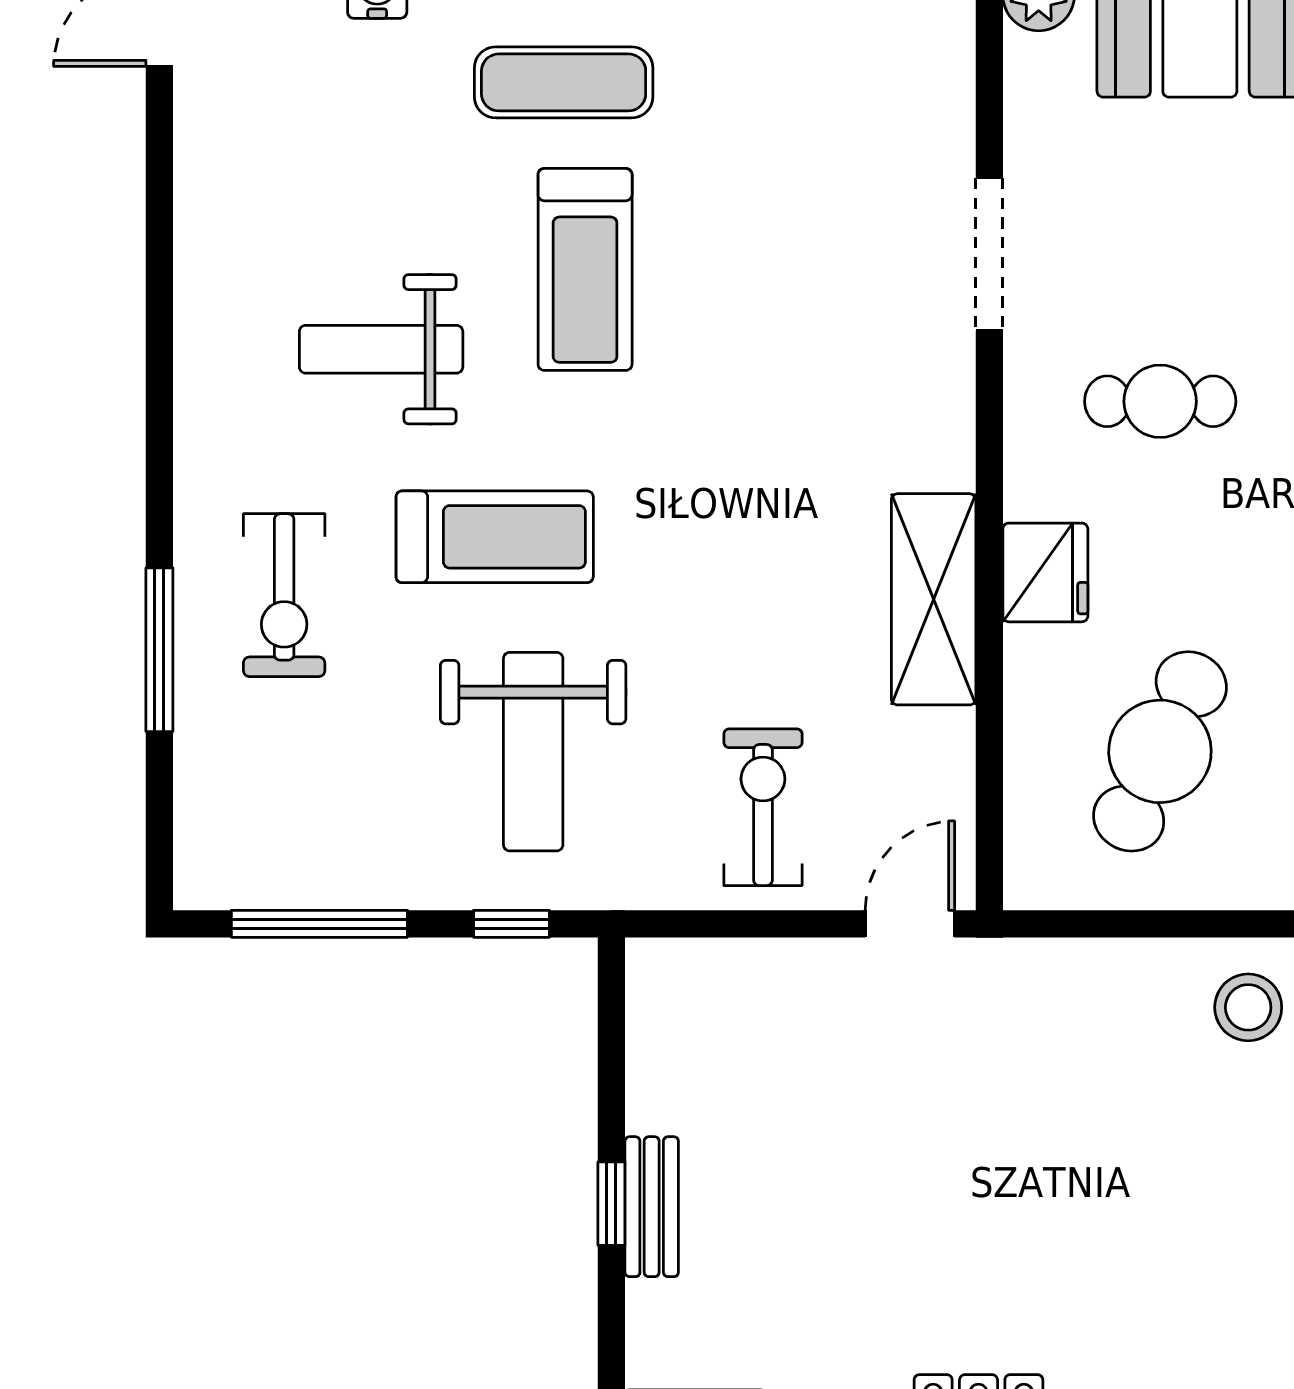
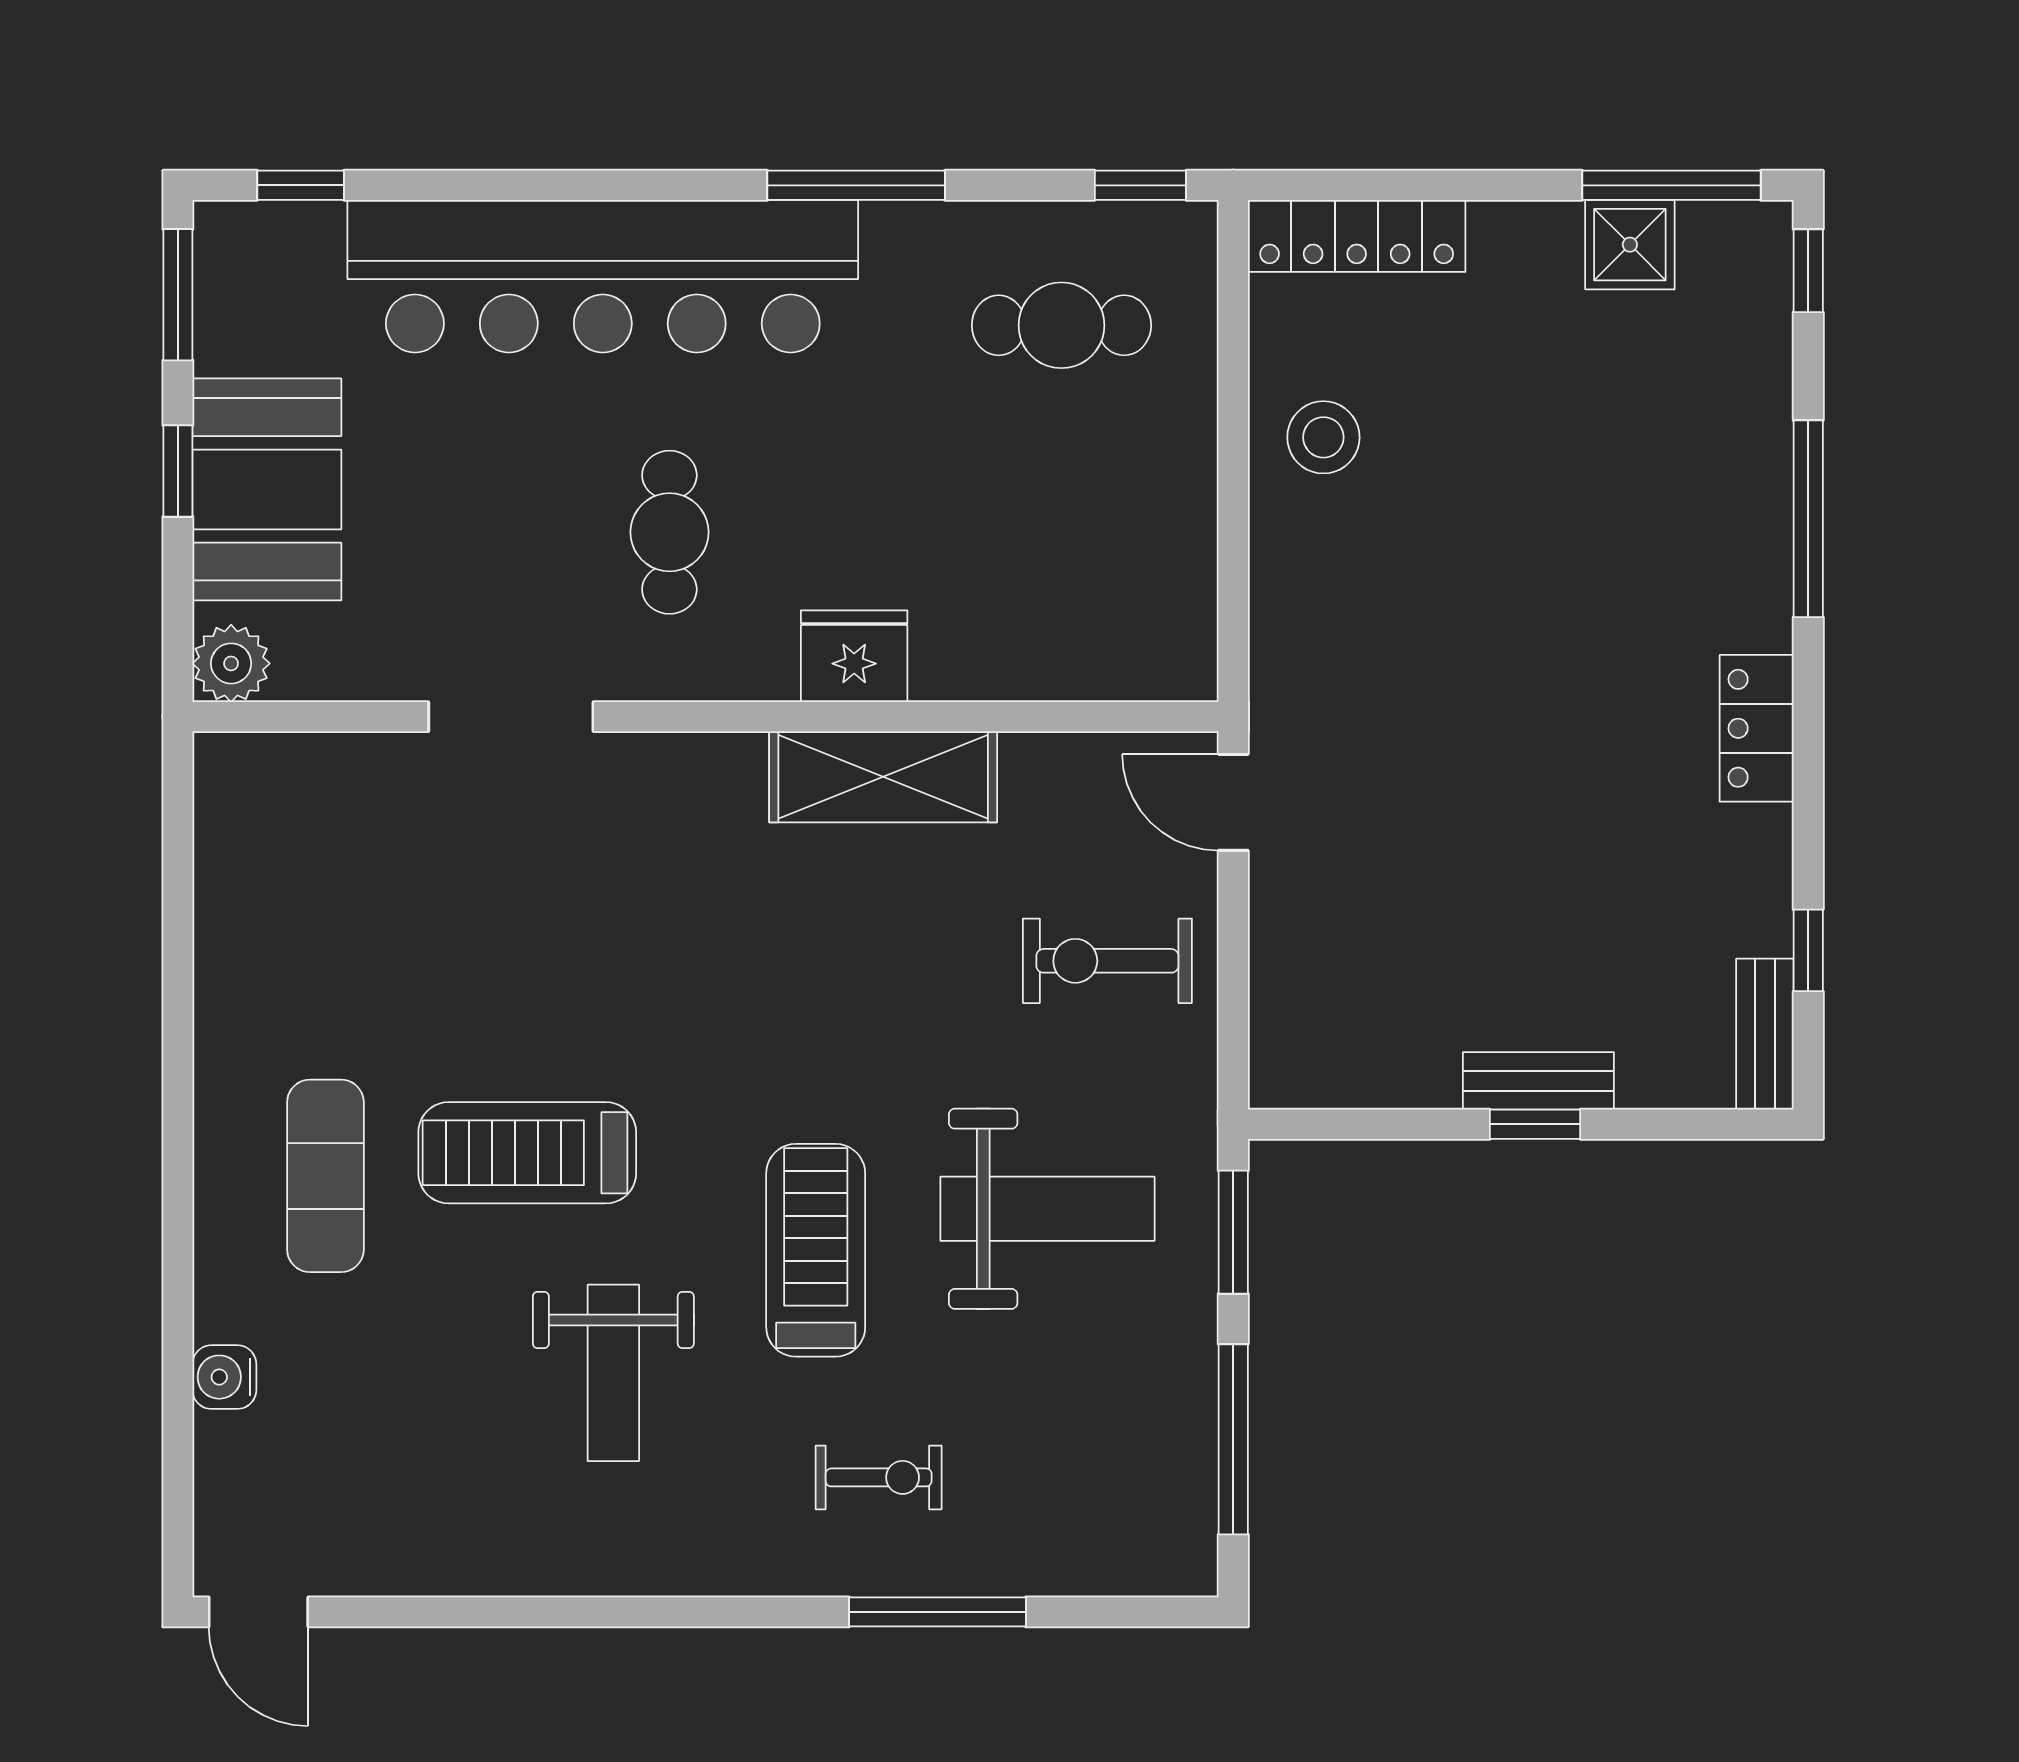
treadmill: (585, 269) -> (527, 1153), turned 180
exercise bike: (284, 595) -> (879, 1477), width x0.73, depth x0.72
cafe table: (1160, 751) -> (1047, 532), removed
window: (512, 924) -> (1233, 1232), width x1.50

